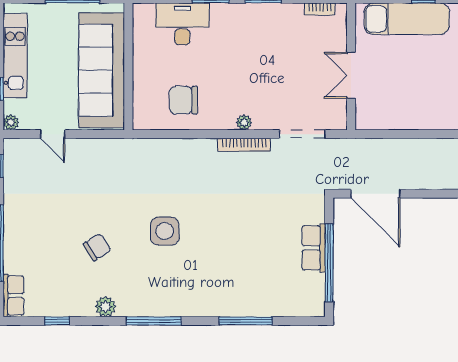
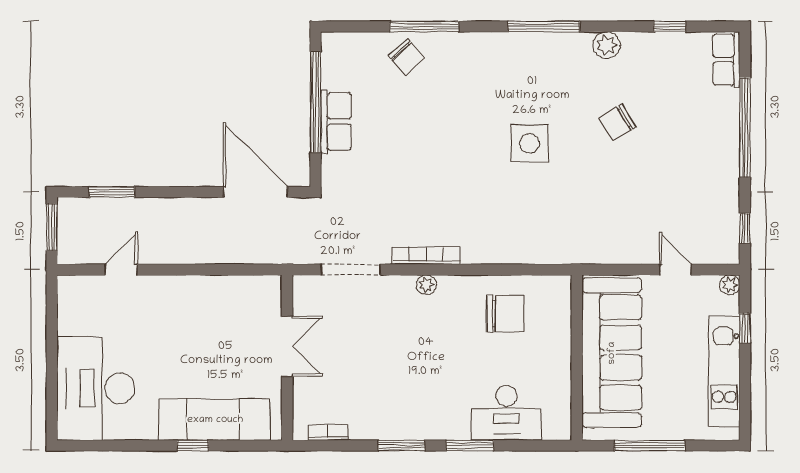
chair: (259, 298) -> (407, 57), added

